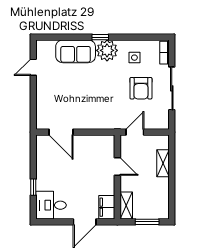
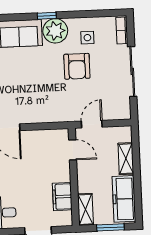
armchair: (141, 88) -> (77, 66), moved
door: (117, 167) -> (73, 150), moved
freezer: (160, 198) -> (124, 199), added
filing cabinet: (107, 207) -> (62, 197), moved

